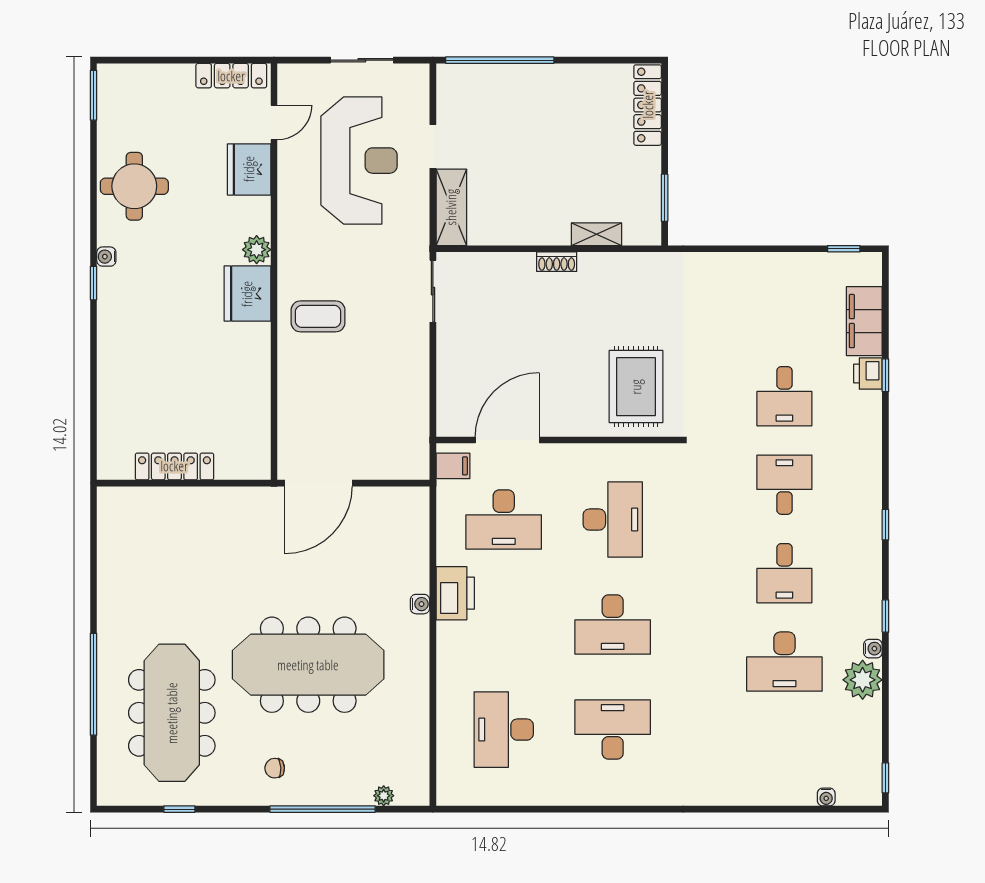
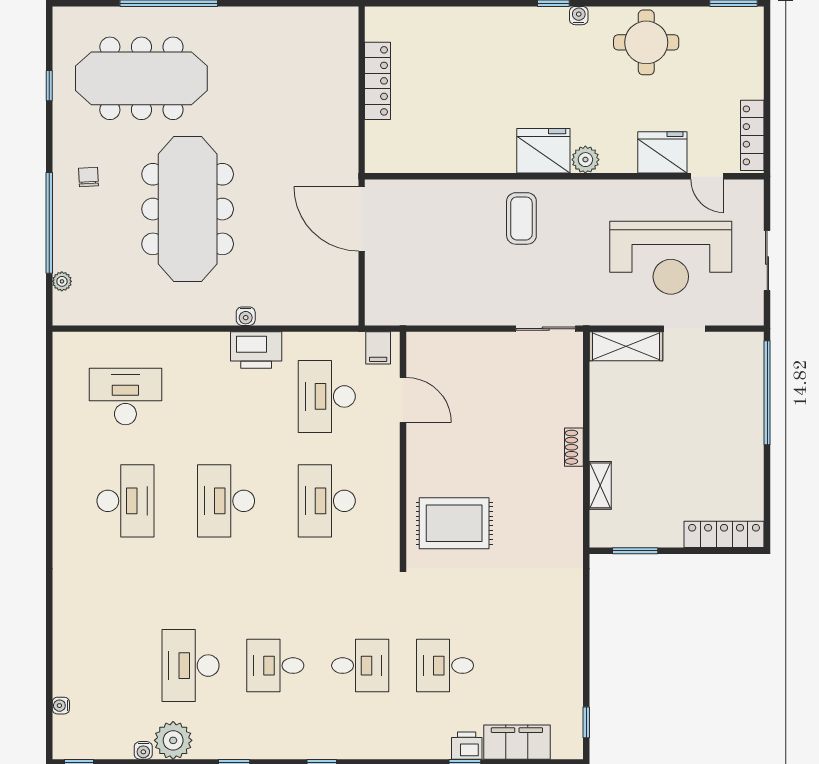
door: (507, 440) -> (403, 400), width x0.73
desk: (613, 520) -> (327, 501), turned 90
water cooler: (873, 649) -> (143, 750), moved

